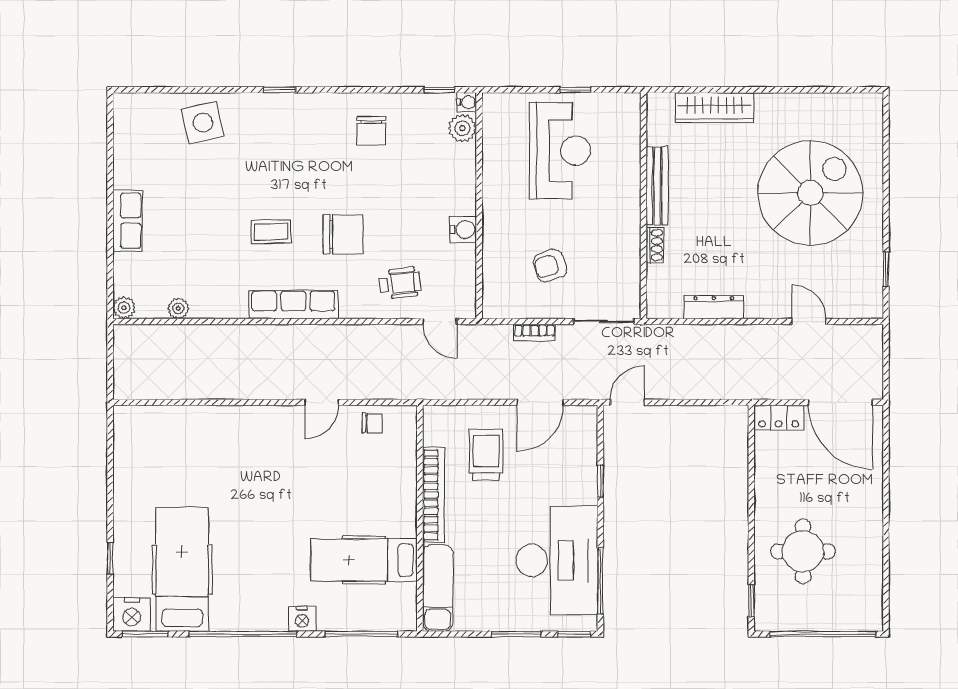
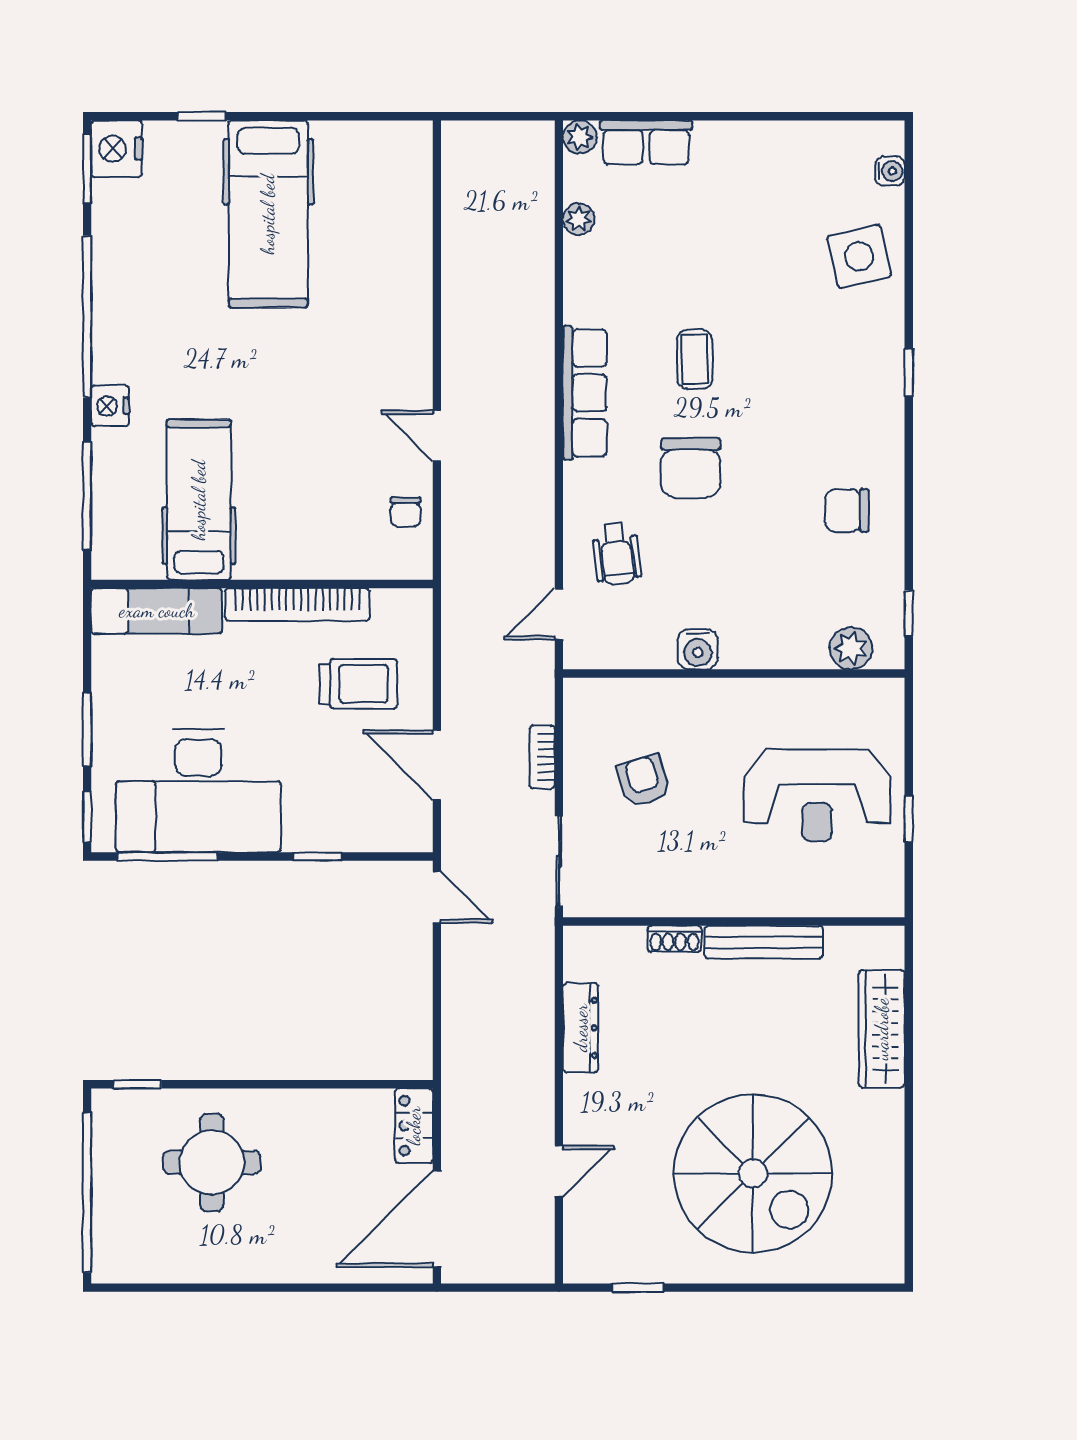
water cooler: (467, 102) -> (890, 171), moved, turned -90
row of seats: (127, 221) -> (646, 142), moved
hospital bed: (182, 569) -> (268, 214), moved, turned 90

